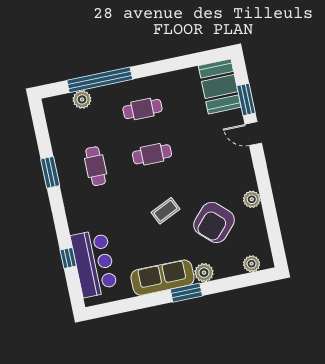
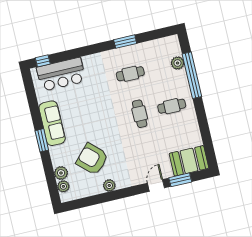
cafe table: (142, 109) -> (172, 106), turned 90
coffee table: (166, 211) -> (100, 124), removed
window: (68, 258) -> (43, 61), moved
plant: (204, 273) -> (61, 173), moved

